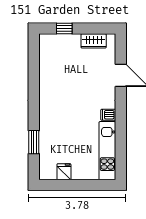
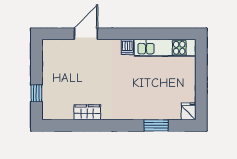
wardrobe: (94, 41) -> (87, 112), moved, turned -90
fridge: (64, 172) -> (189, 111), moved, turned 90

